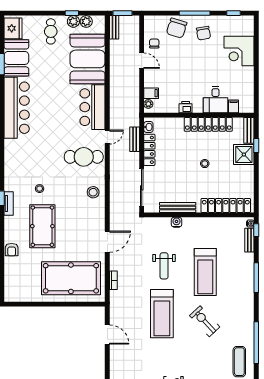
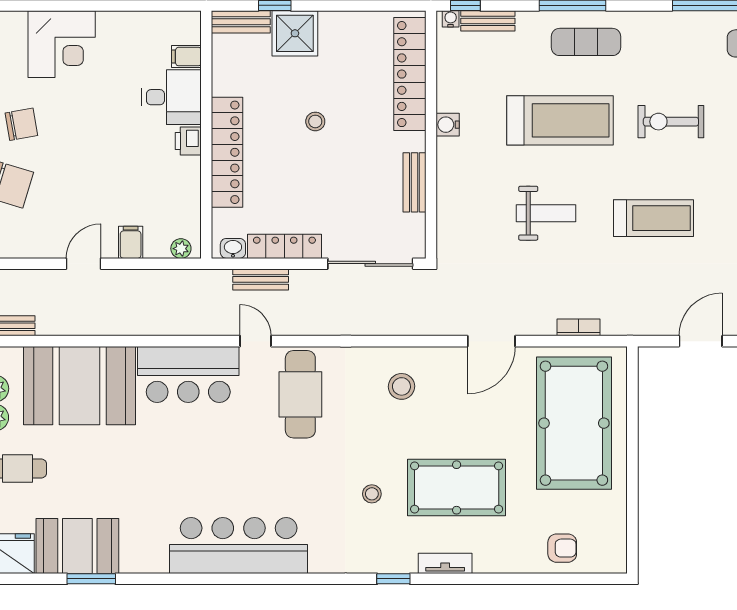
chair: (154, 43) -> (45, 235), removed
filing cabinet: (151, 93) -> (131, 242), moved
printer: (186, 107) -> (188, 141), moved
bar counter: (17, 108) -> (239, 546), moved
locker: (208, 124) -> (227, 152), moved
stool: (93, 192) -> (401, 386), moved
tv unit: (9, 204) -> (445, 563), moved
bench: (178, 208) -> (414, 182), width x0.73
water cooler: (176, 222) -> (448, 125), moved
door: (107, 242) -> (491, 341), swing flipped
armchair: (12, 250) -> (562, 548), moved
exercise mat: (240, 284) -> (586, 42), added
treadmill: (162, 314) -> (654, 218), width x0.73, depth x0.73
exercise bike: (205, 321) -> (671, 122), turned 43

